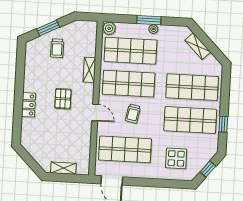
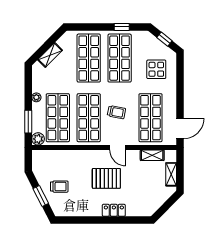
window: (149, 20) -> (28, 122), moved
shelving: (89, 70) -> (152, 155), moved
pallet: (63, 99) -> (106, 178), width x1.50, depth x1.42
door: (95, 113) -> (118, 148), swing flipped

